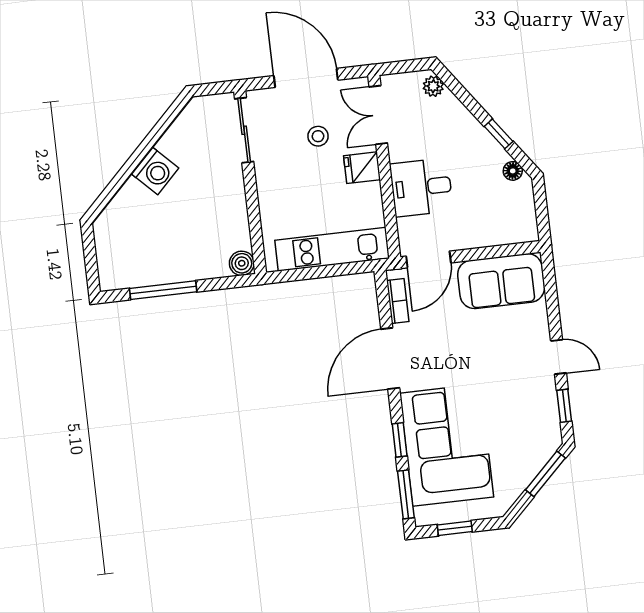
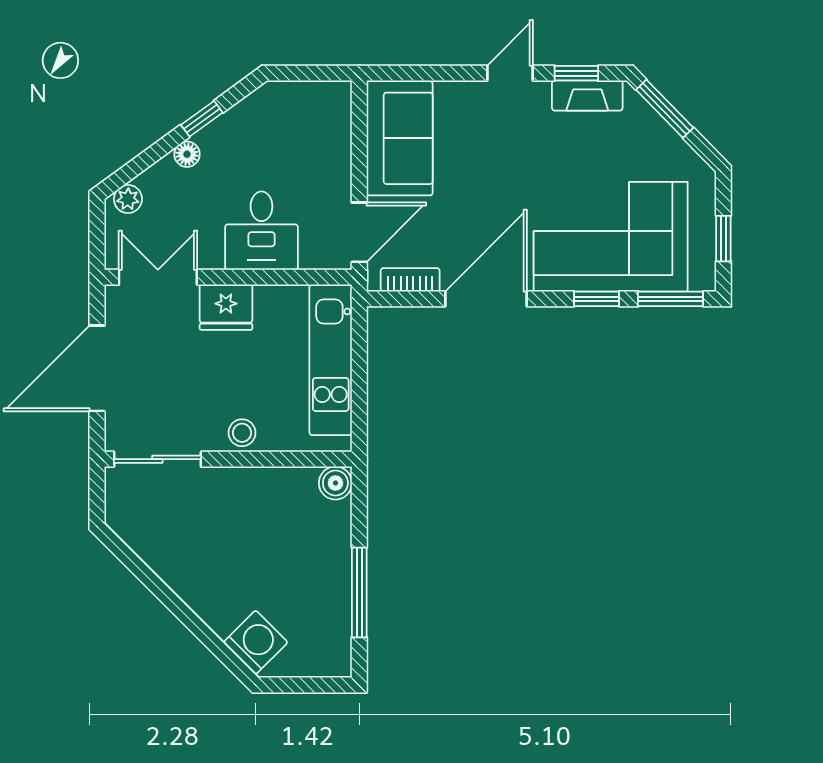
double door: (378, 115) -> (158, 277), swing flipped
stool: (318, 136) -> (242, 433), moved
fridge: (362, 168) -> (226, 307), width x1.38
washing machine: (155, 171) -> (256, 642), moved
floor lamp: (513, 171) -> (187, 154), moved
door: (428, 259) -> (359, 232), hinge flipped
door: (390, 358) -> (486, 299), swing flipped
fireplace: (549, 416) -> (587, 95), added

